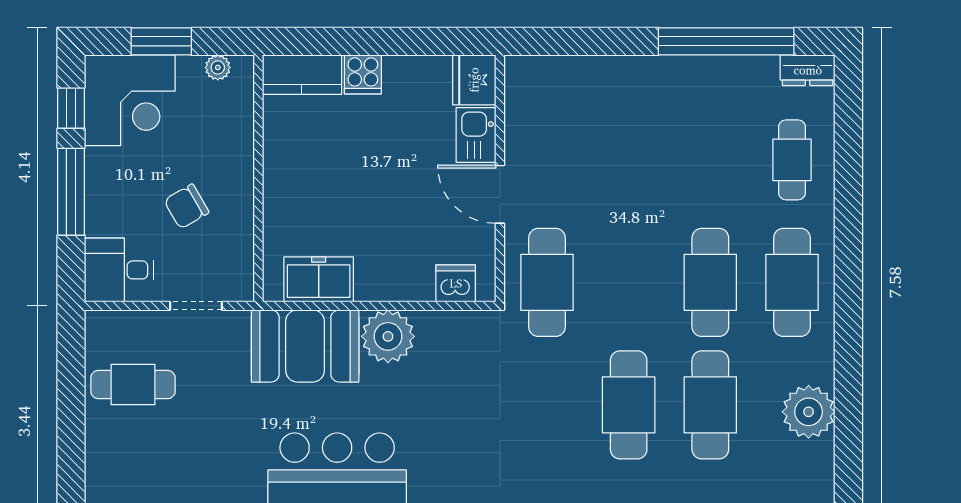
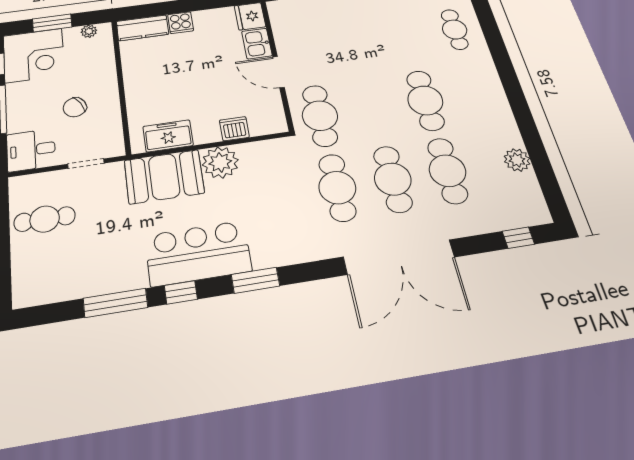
cafe table: (792, 282) -> (337, 188), moved
dishwasher: (456, 283) -> (234, 129), moved
plant: (809, 412) -> (517, 160), width x0.73, depth x0.73

